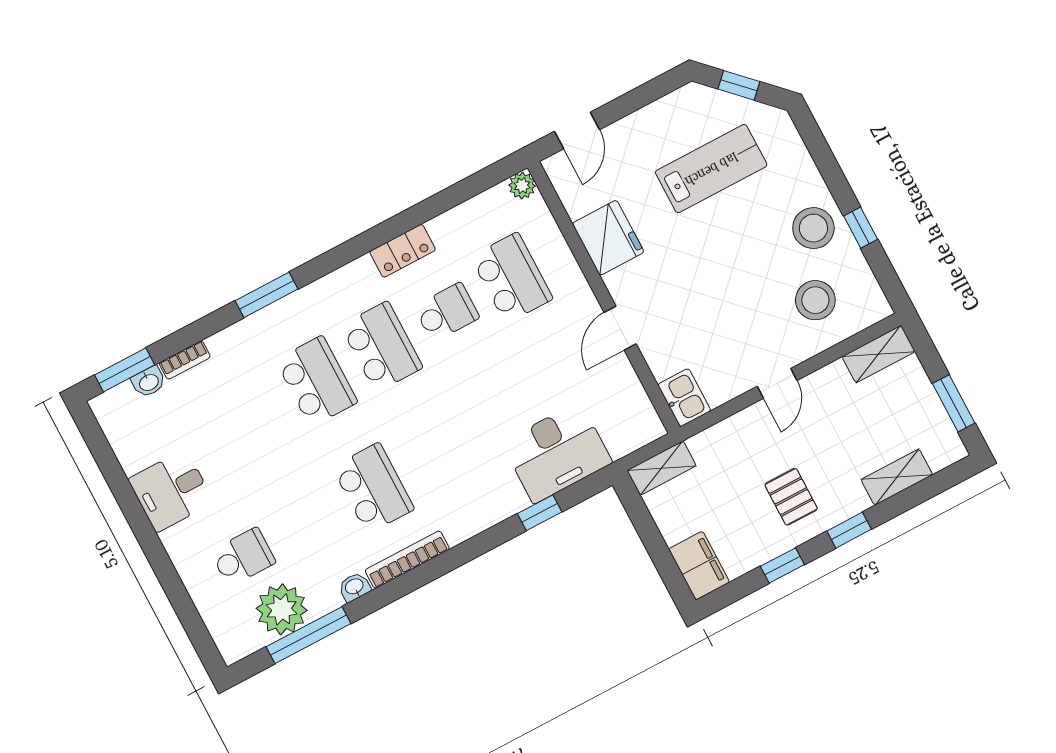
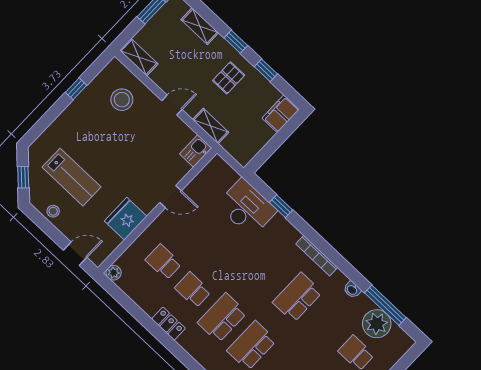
lab bench: (711, 169) -> (71, 177), turned 180
stool: (813, 228) -> (53, 211), moved, width x0.53, depth x0.53
school desk: (512, 278) -> (163, 262), width x0.54
shelving: (662, 468) -> (211, 126), moved
bookcase: (407, 560) -> (317, 256), moved

